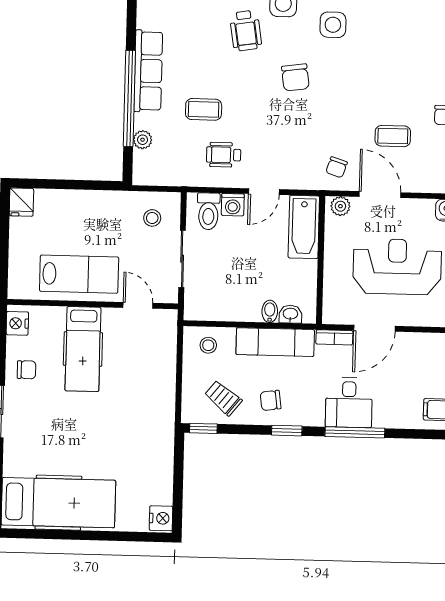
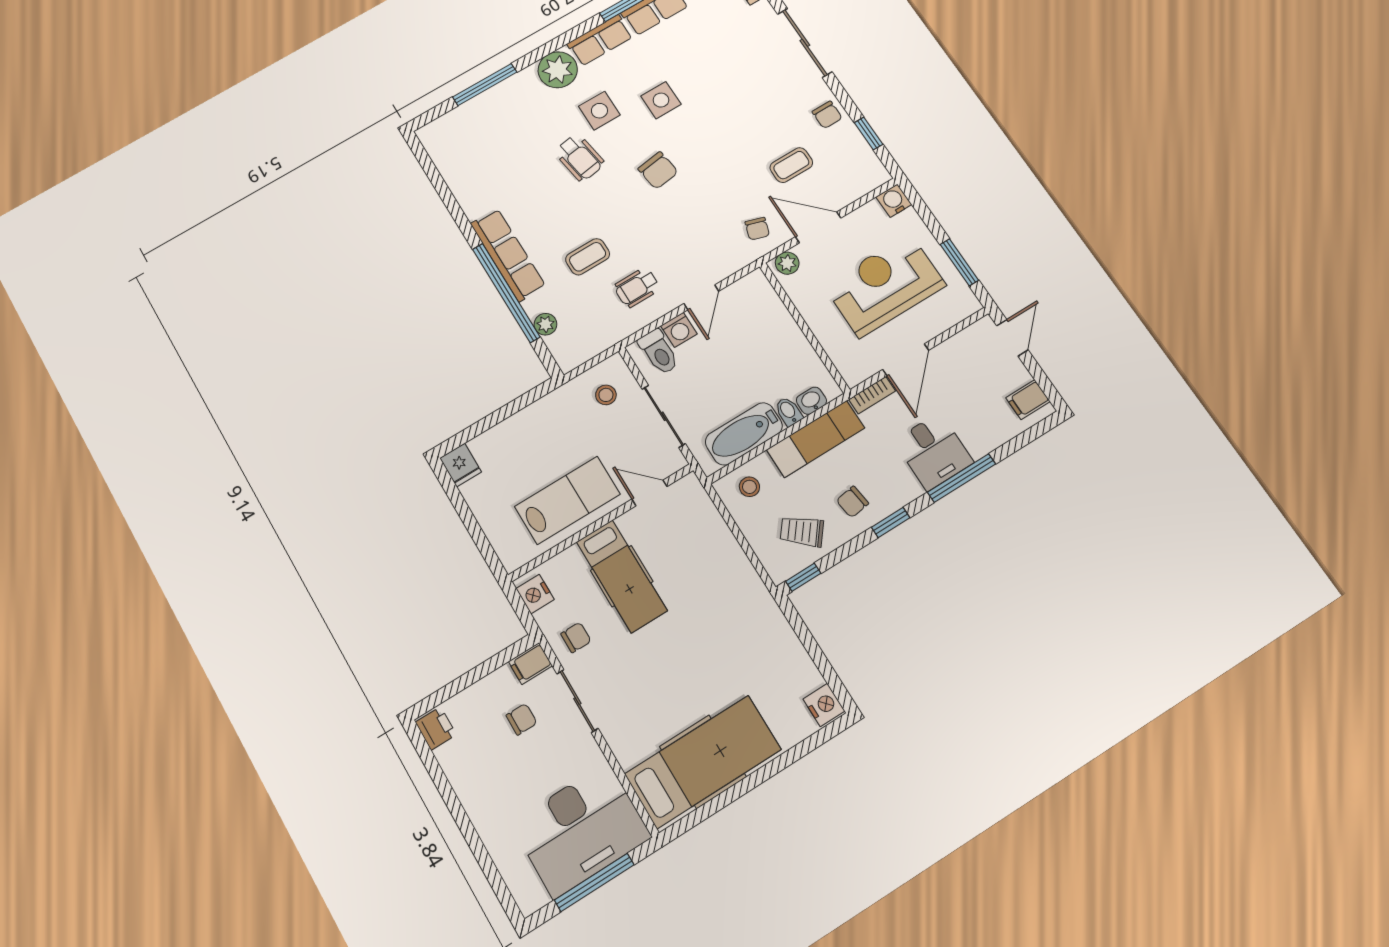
bathtub: (304, 227) -> (744, 434), moved, turned 90

